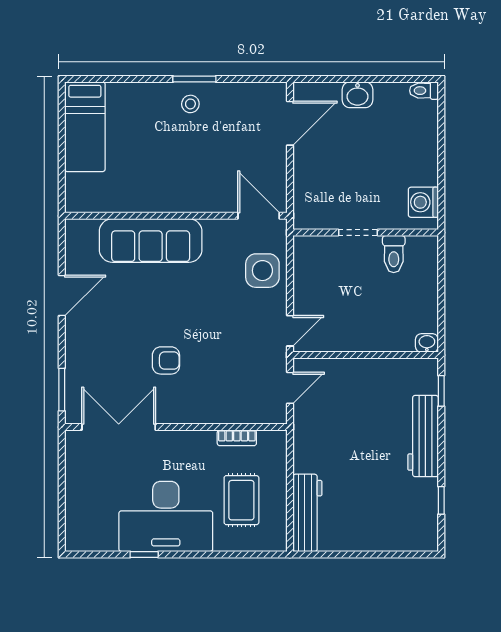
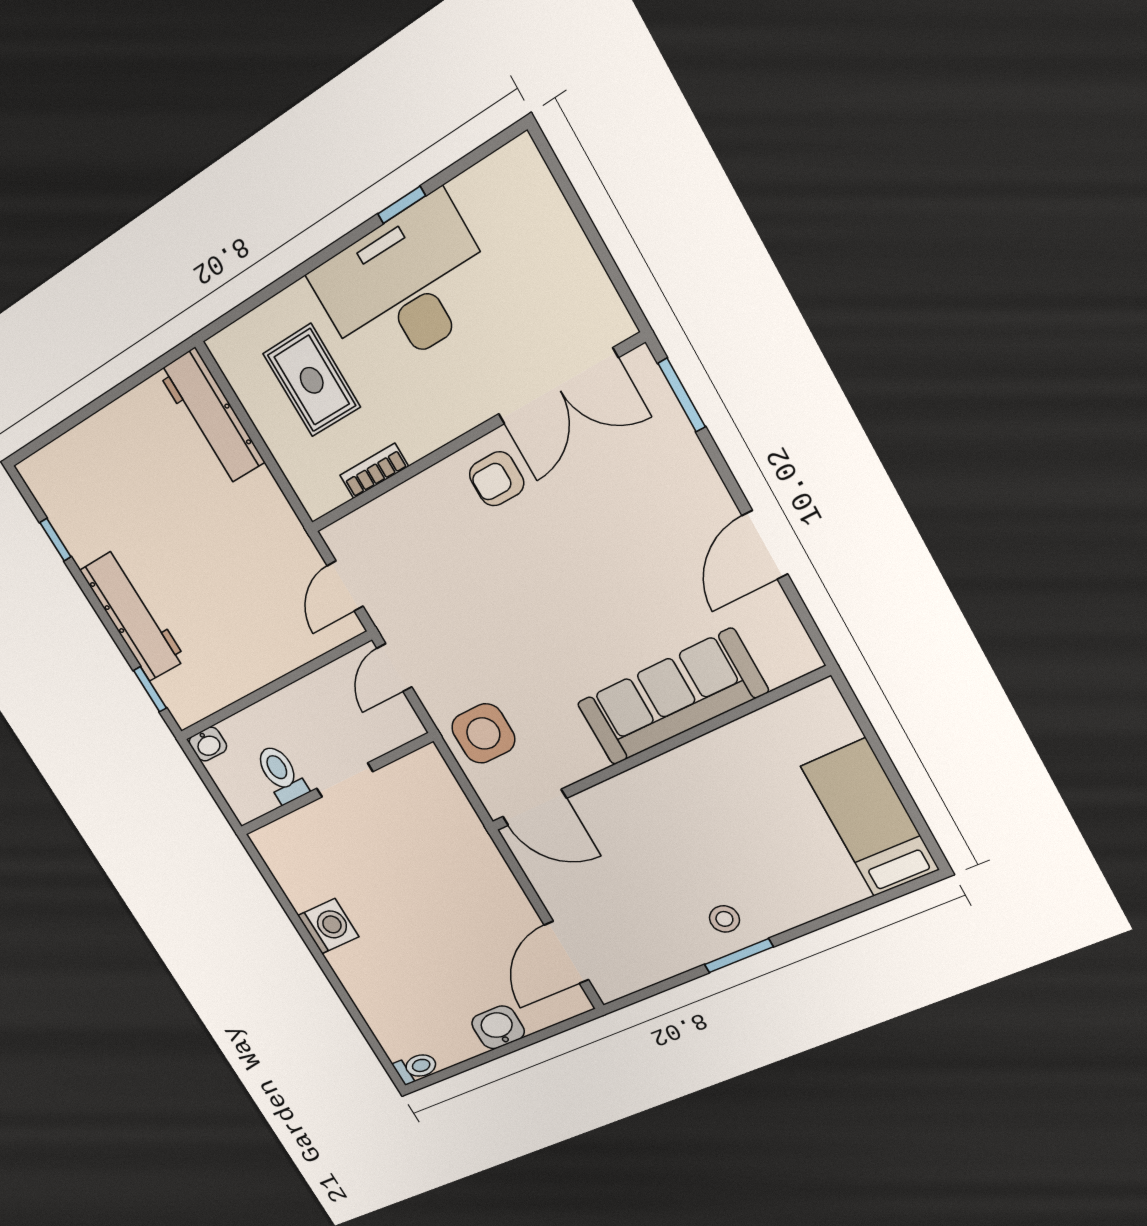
doorway: (358, 233) -> (345, 780), moved
wall: (366, 233) -> (335, 785), moved
toilet: (394, 254) -> (281, 774), moved
armchair: (166, 360) -> (497, 479), moved

